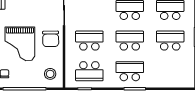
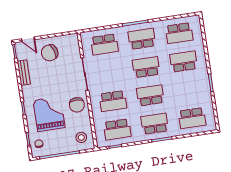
school desk: (89, 41) -> (113, 101), turned 180
school desk: (170, 41) -> (192, 118), moved, turned 180
grand piano: (20, 44) -> (49, 114), turned 180

